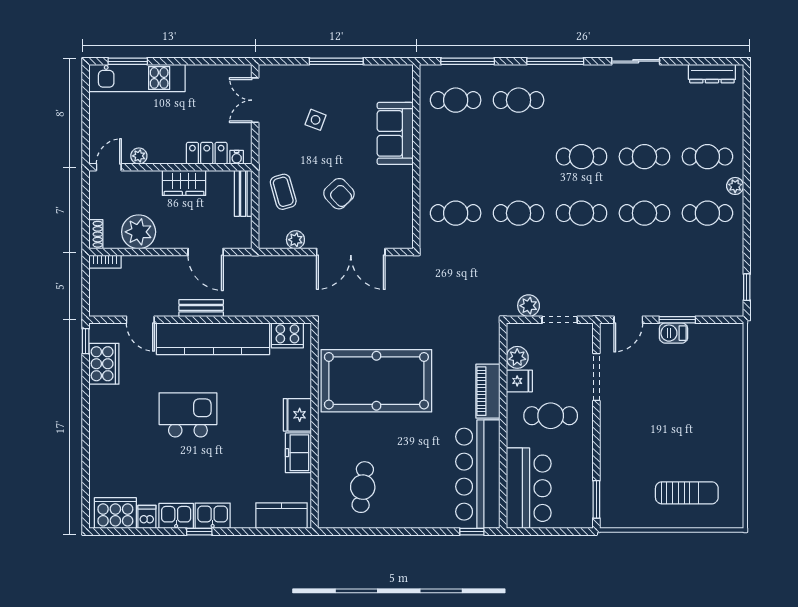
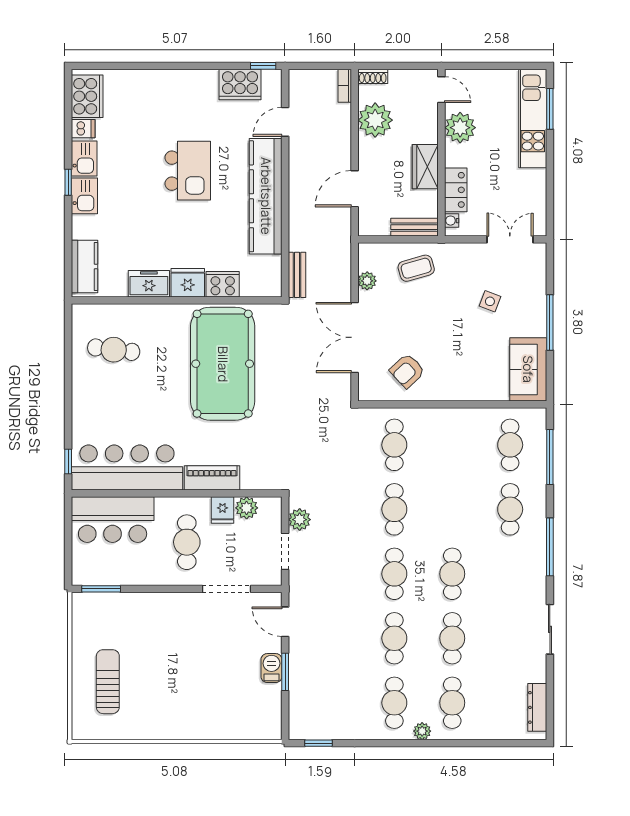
sofa: (395, 133) -> (528, 369), moved, turned -90
plant: (139, 156) -> (460, 128), width x1.87, depth x1.87
armchair: (339, 194) -> (407, 371), moved
bench: (201, 308) -> (297, 275), moved
cooker: (287, 335) -> (223, 284), moved, turned 90
sun lounger: (687, 493) -> (108, 682), turned 180

